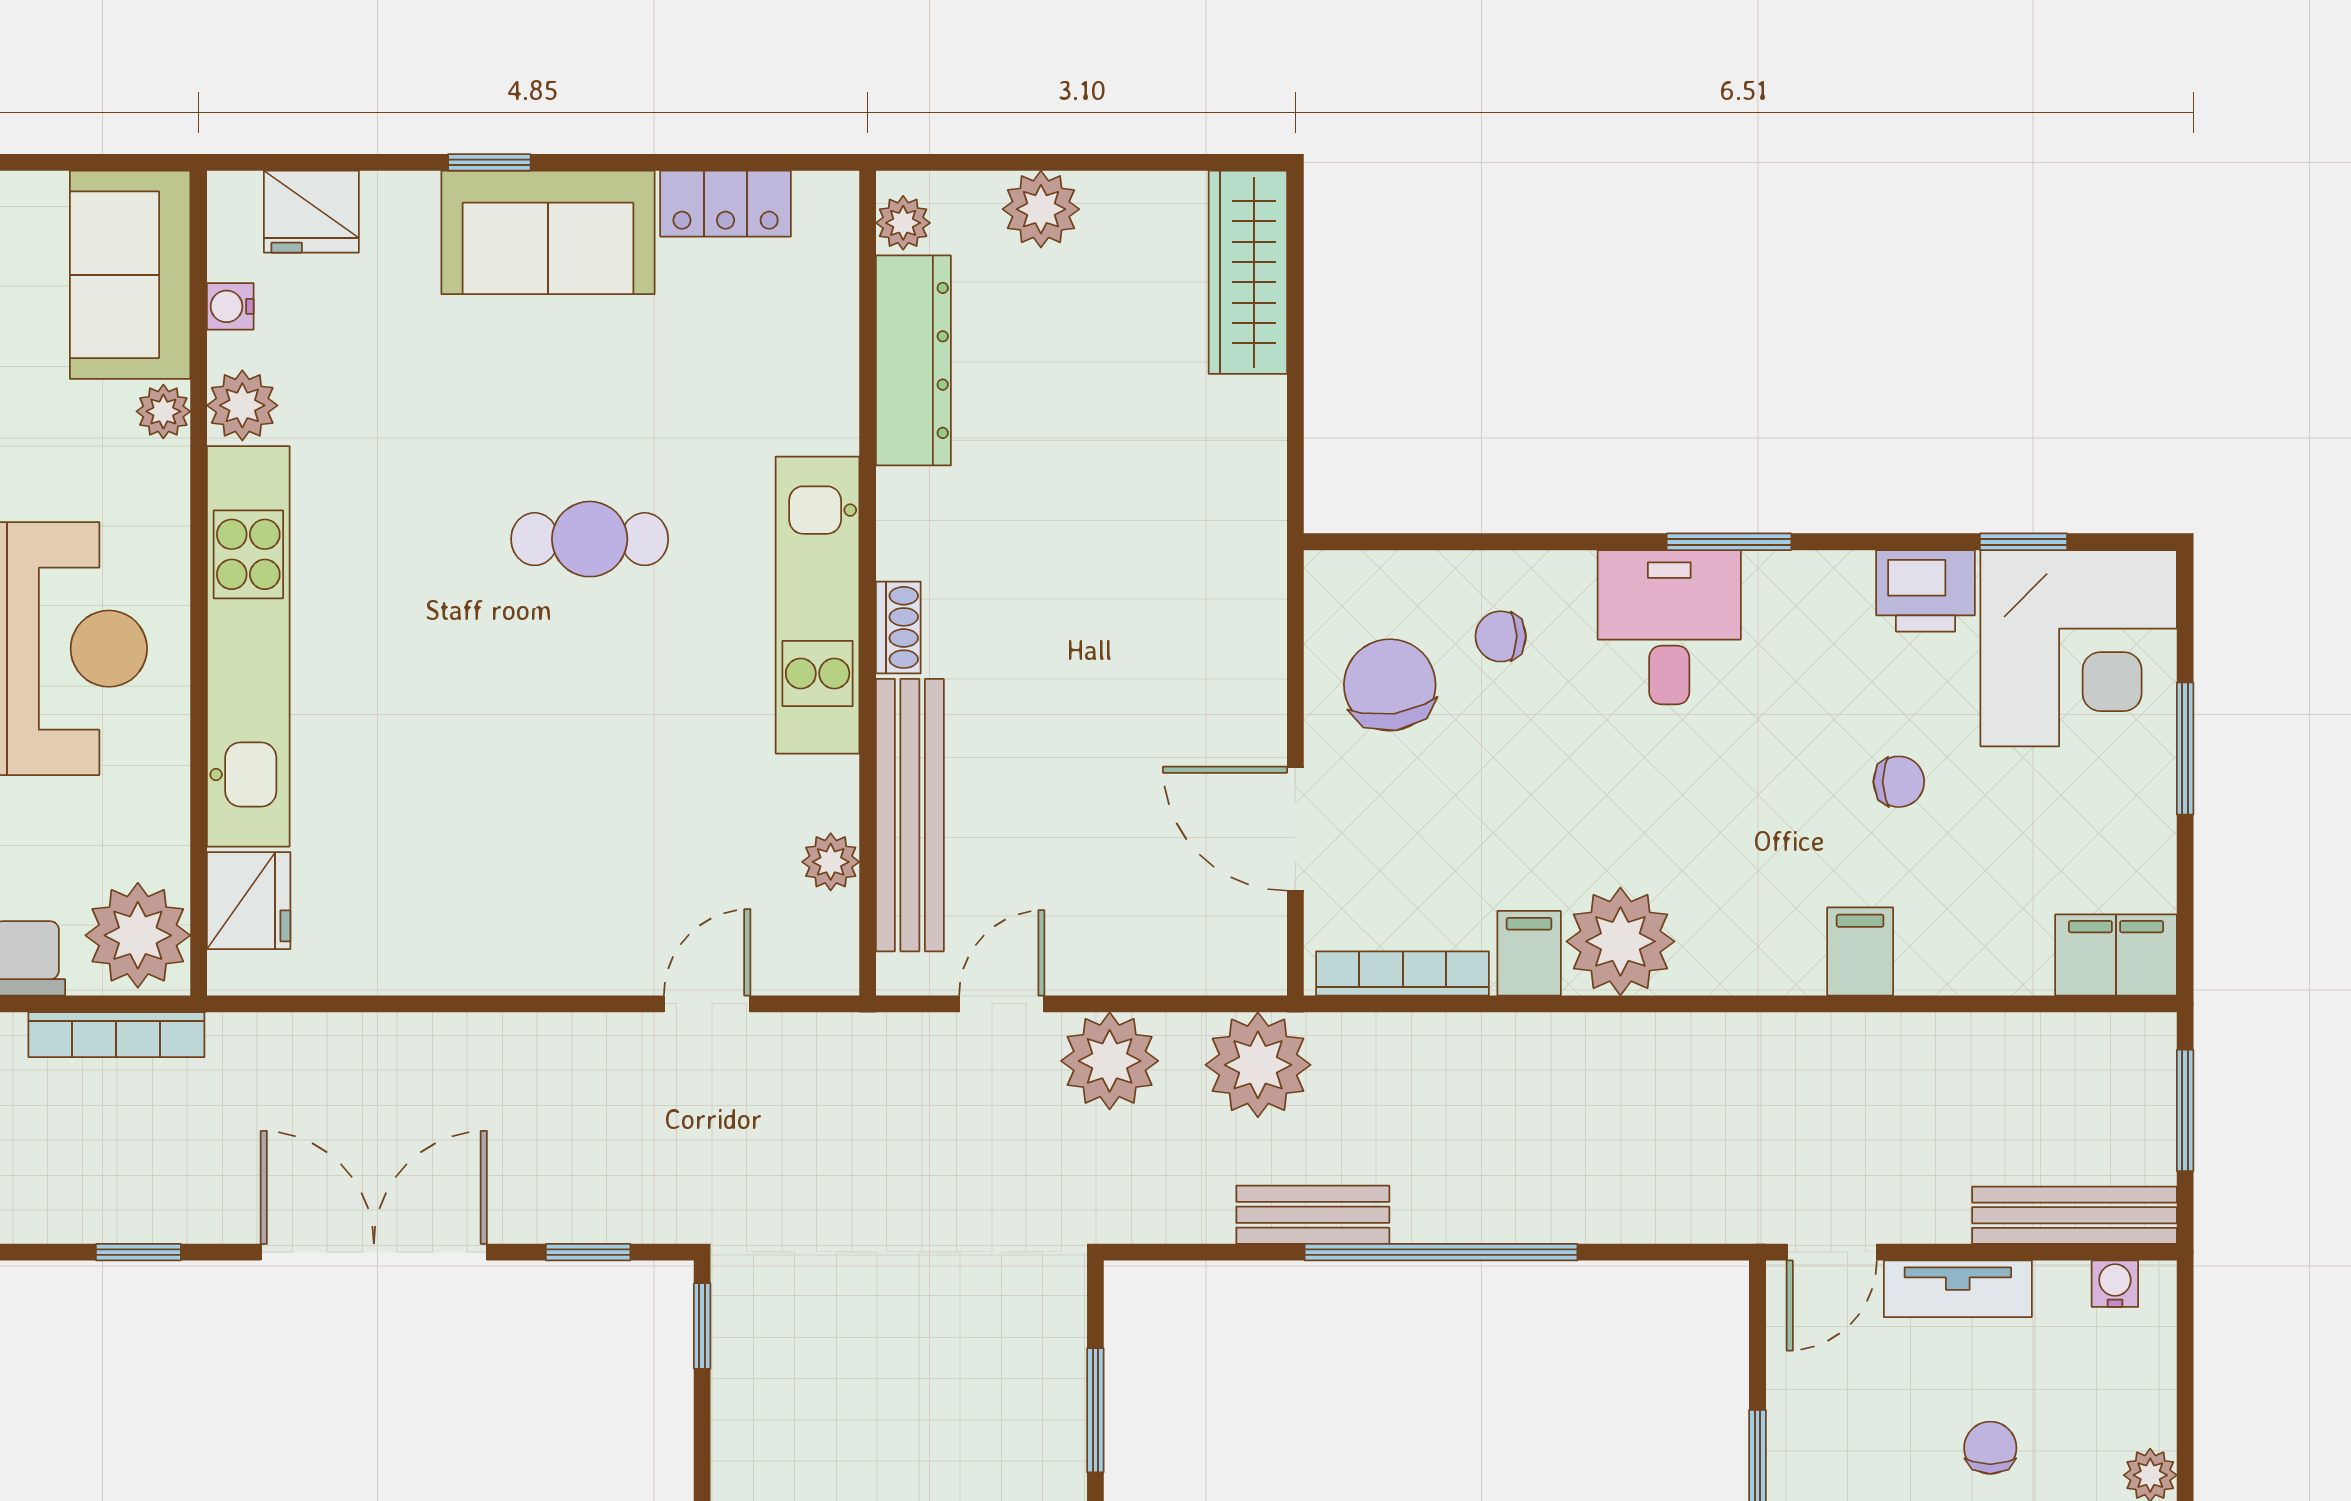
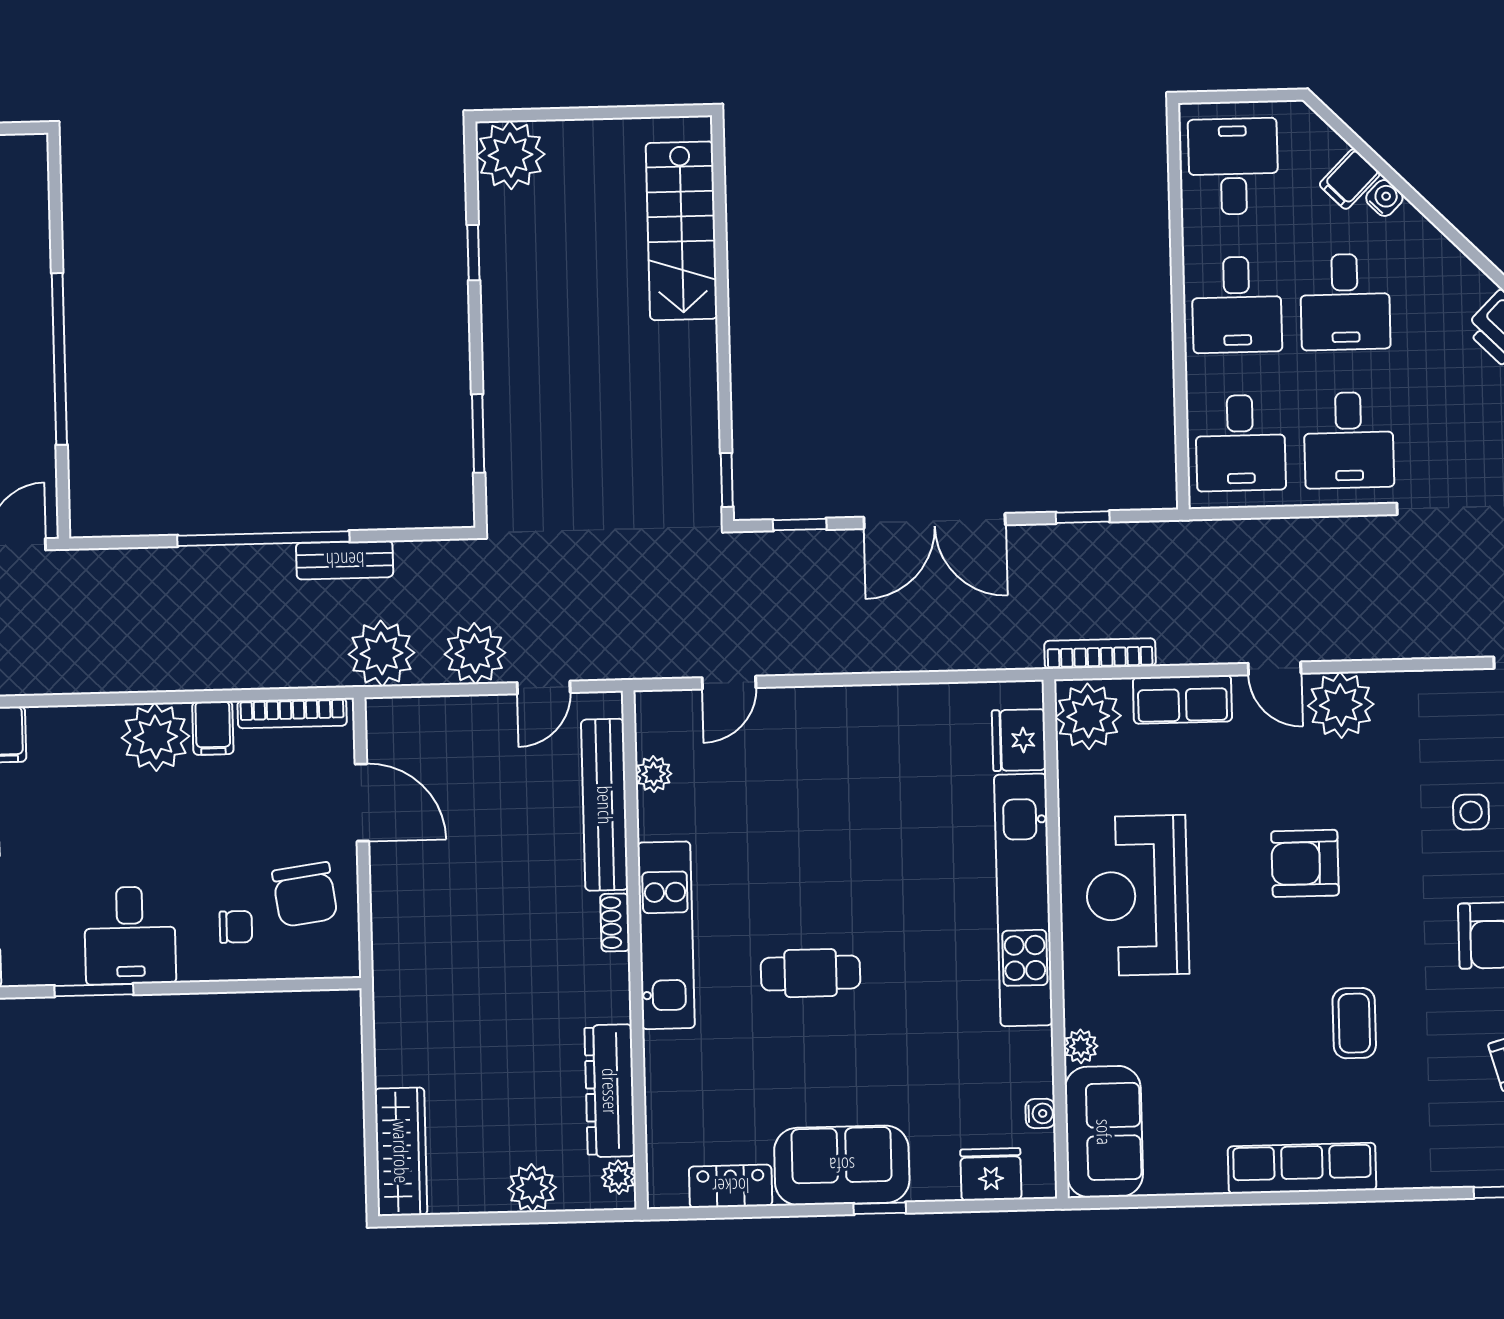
plant: (242, 405) -> (1031, 1051), removed

